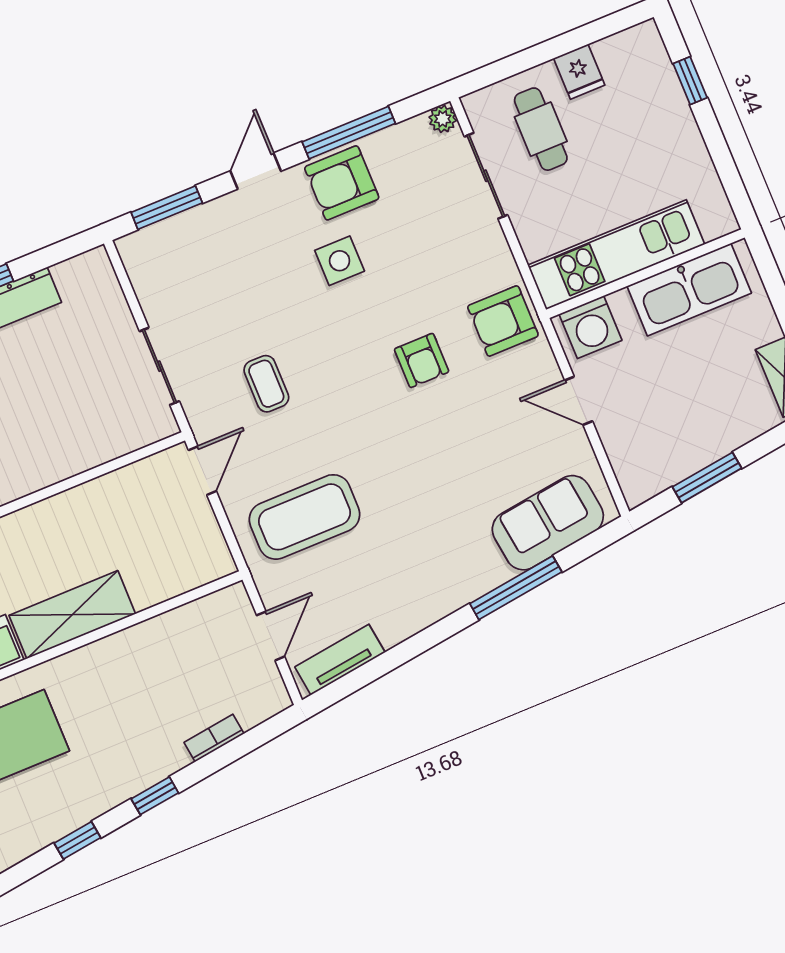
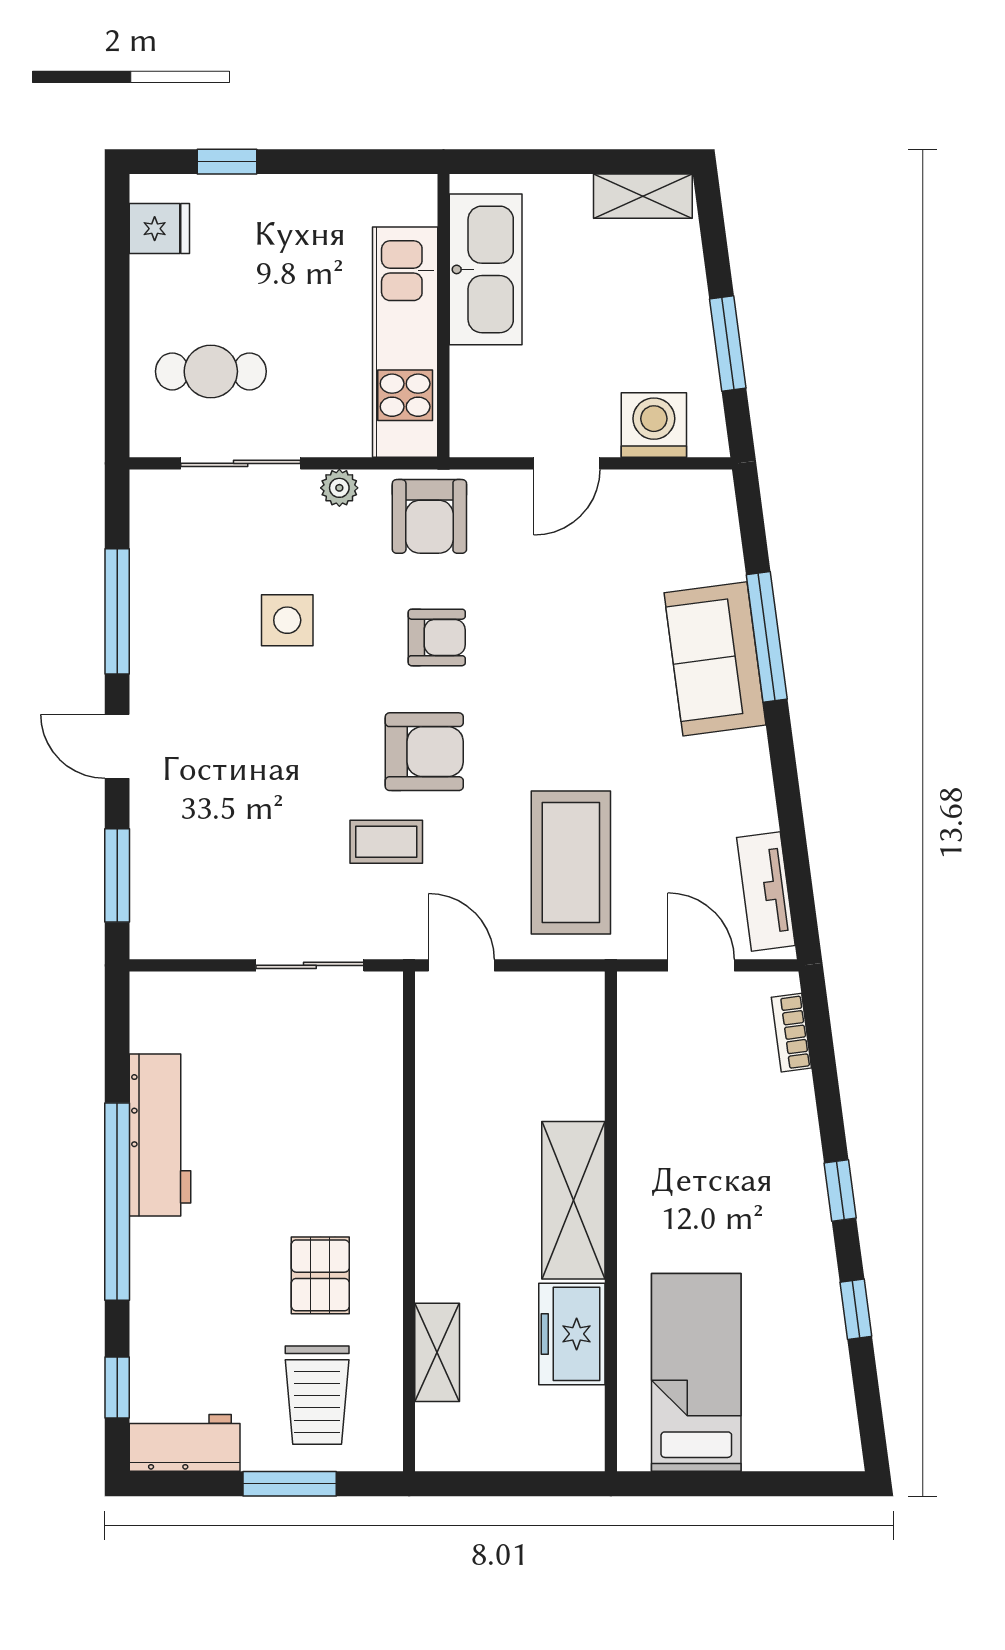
fridge: (579, 72) -> (159, 229), moved
plant: (443, 119) -> (339, 488), moved
armchair: (342, 183) -> (424, 752), moved, turned -90
side table: (340, 261) -> (287, 620), moved
washing machine: (591, 327) -> (654, 425), moved, turned -90
sofa: (548, 523) -> (715, 659), moved
bookcase: (214, 738) -> (791, 1033), moved

